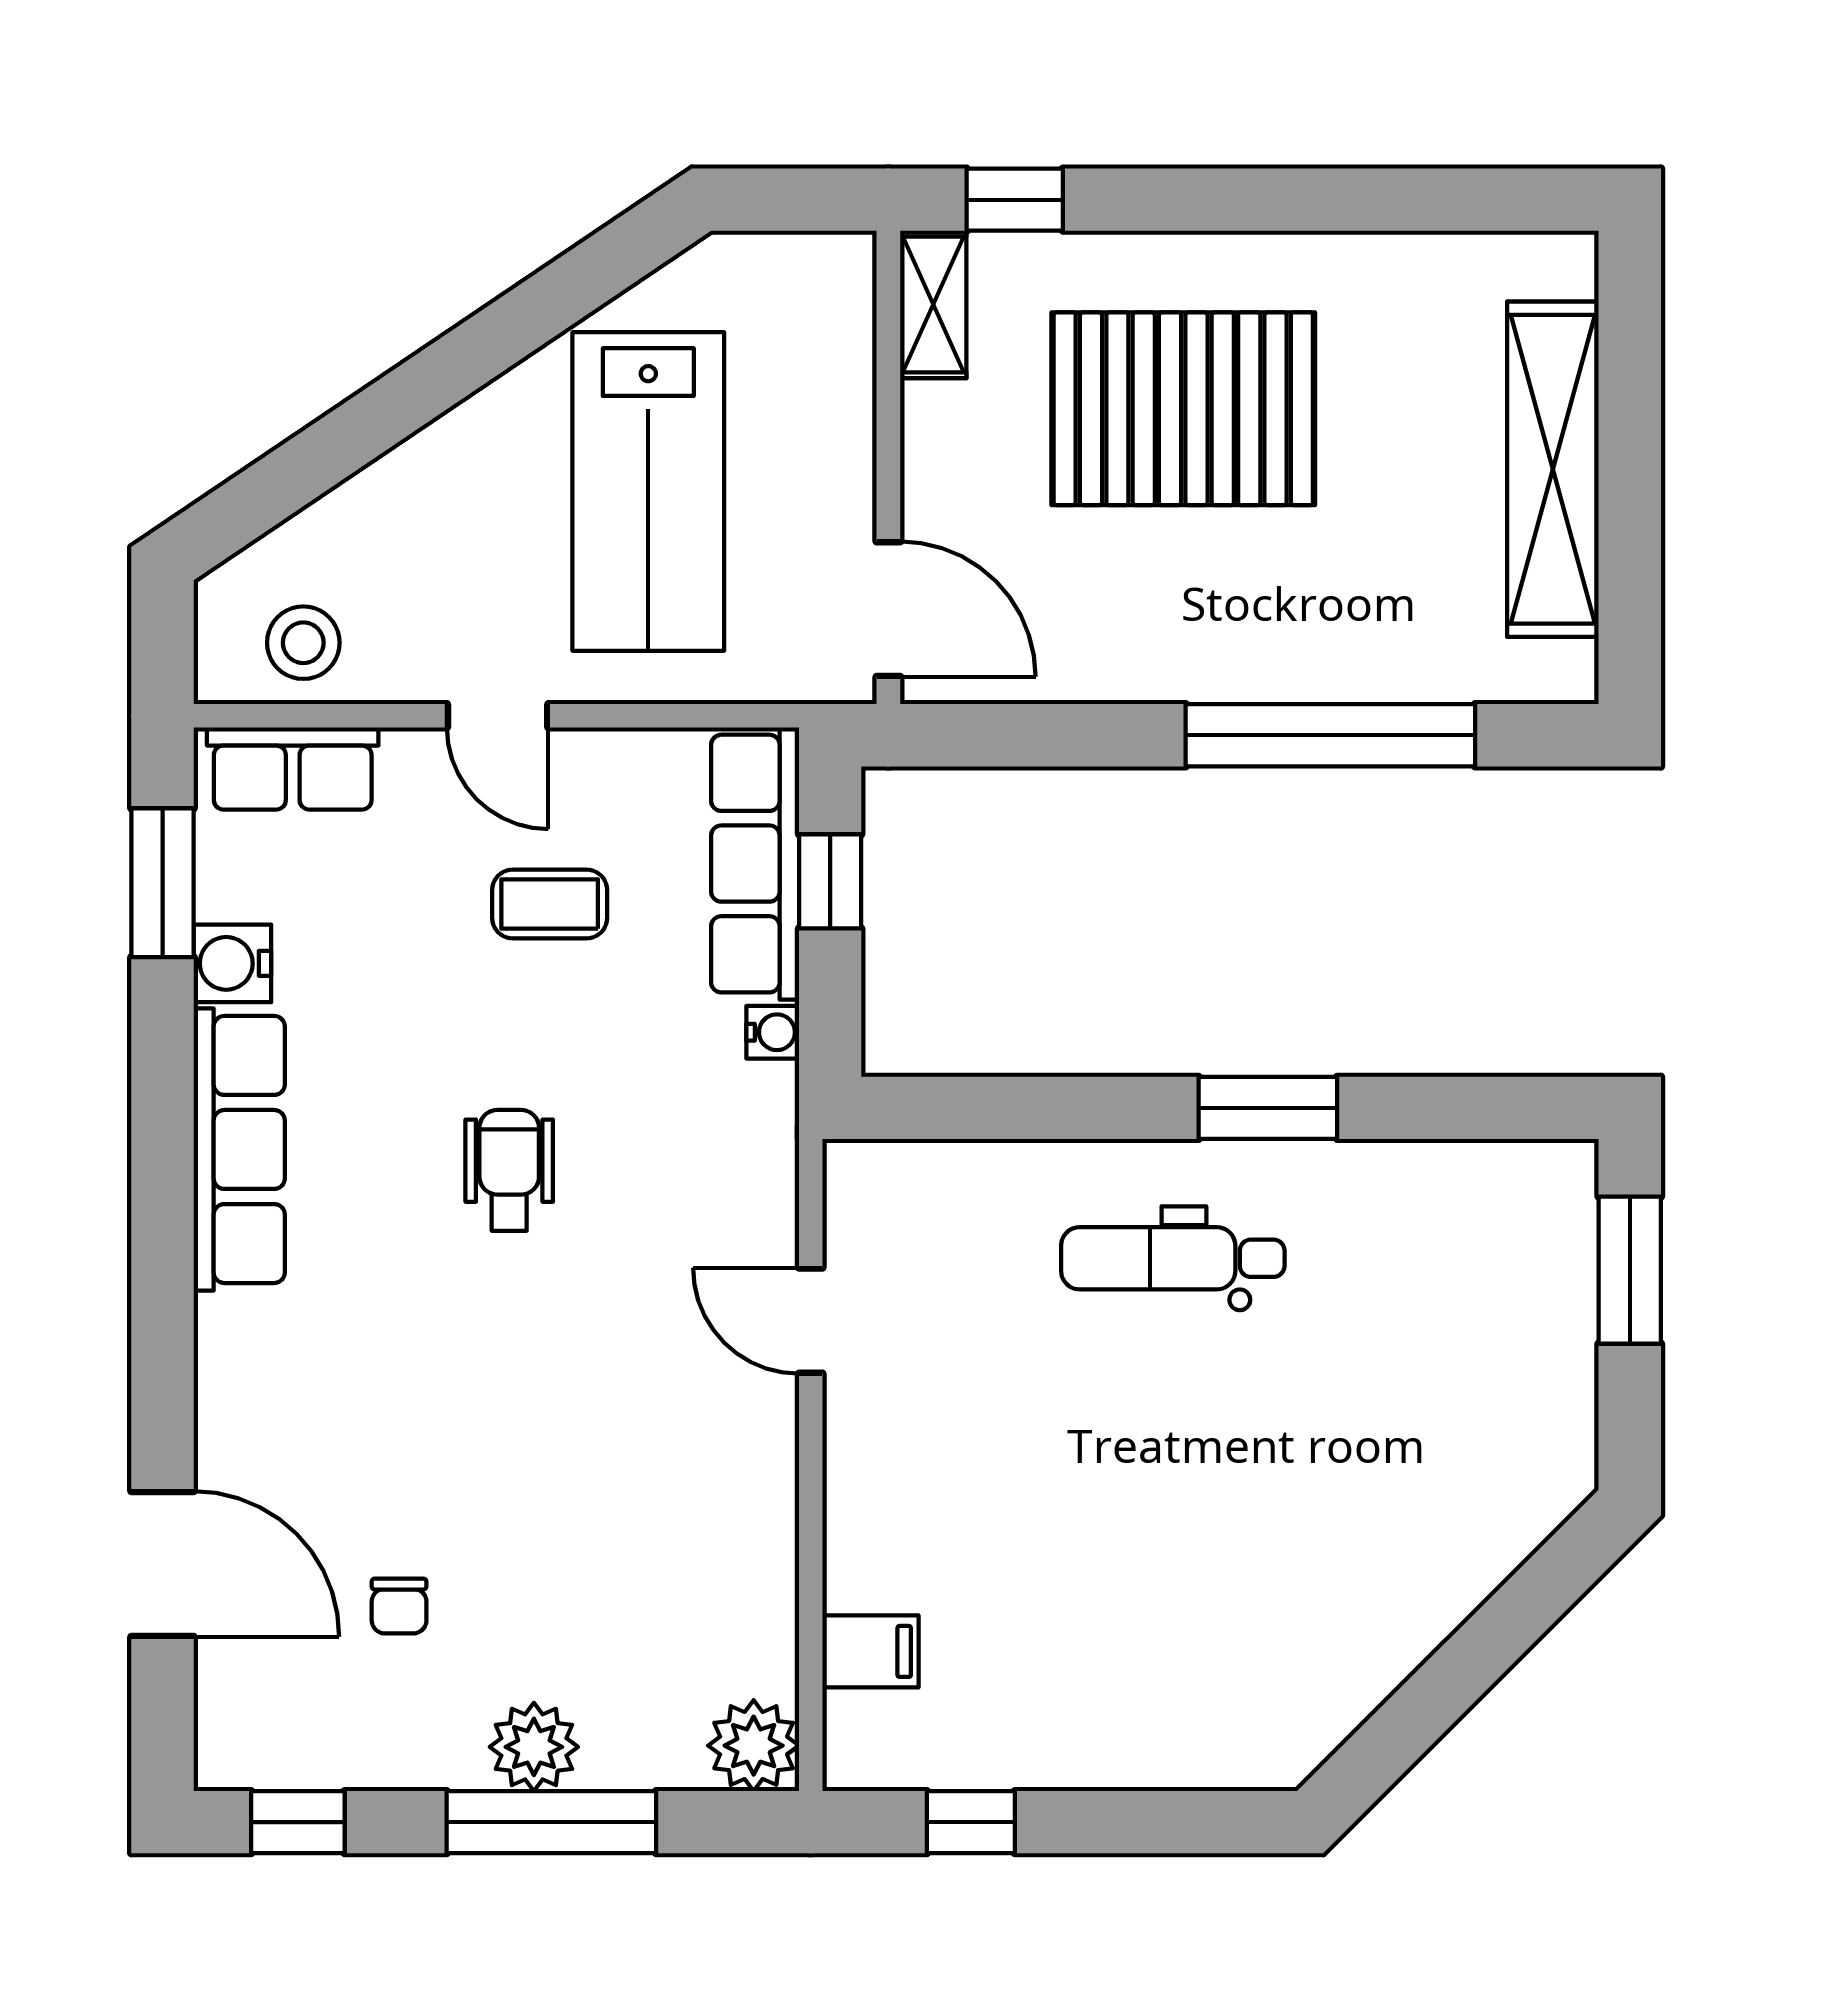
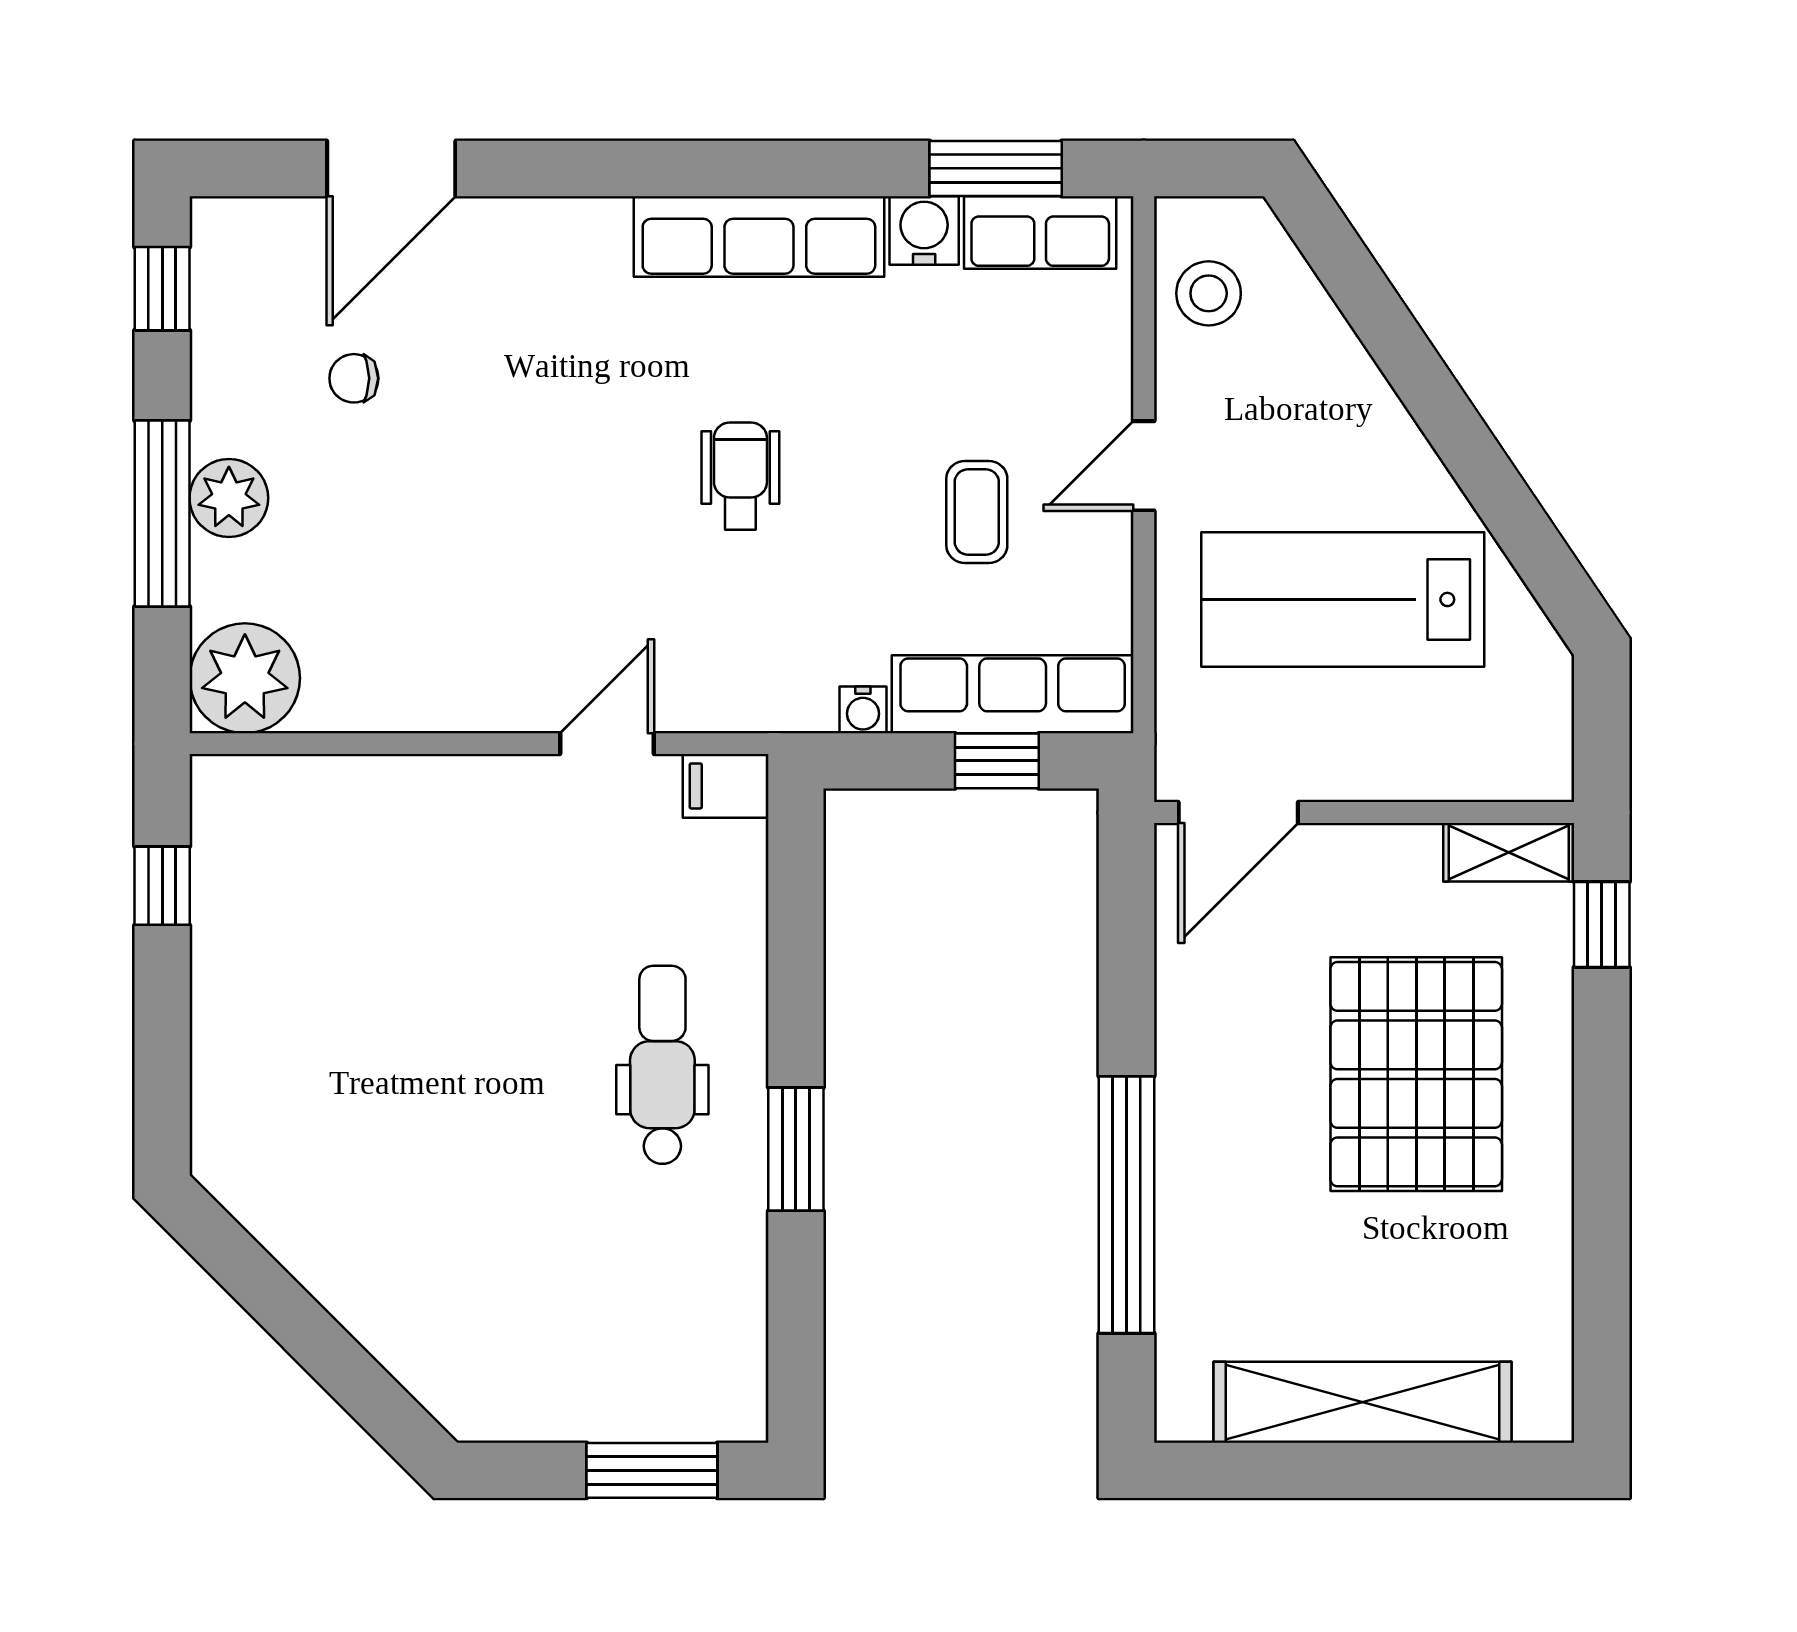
row of seats: (293, 769) -> (1040, 232), moved, turned -90
wheelchair: (509, 1170) -> (740, 476), turned -90
filing cabinet: (870, 1651) -> (726, 786), moved, turned 90
plant: (754, 1746) -> (245, 678), width x1.36, depth x1.36

